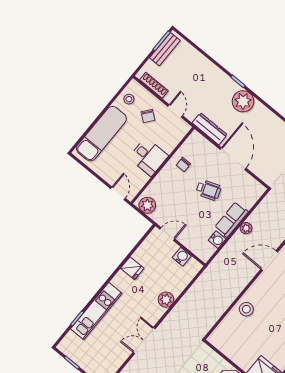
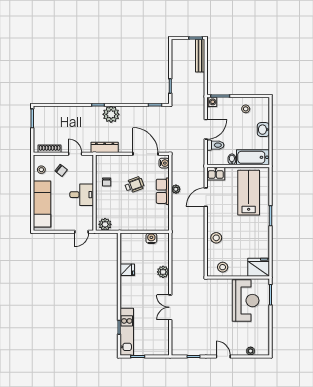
bench: (165, 49) -> (38, 122), removed
door: (233, 159) -> (145, 154), moved
door: (118, 193) -> (82, 232), swing flipped
door: (167, 234) -> (131, 232), removed
water cooler: (217, 240) -> (164, 163), moved
kitchen unit: (96, 311) -> (127, 332), moved
stool: (229, 343) -> (223, 267), added

